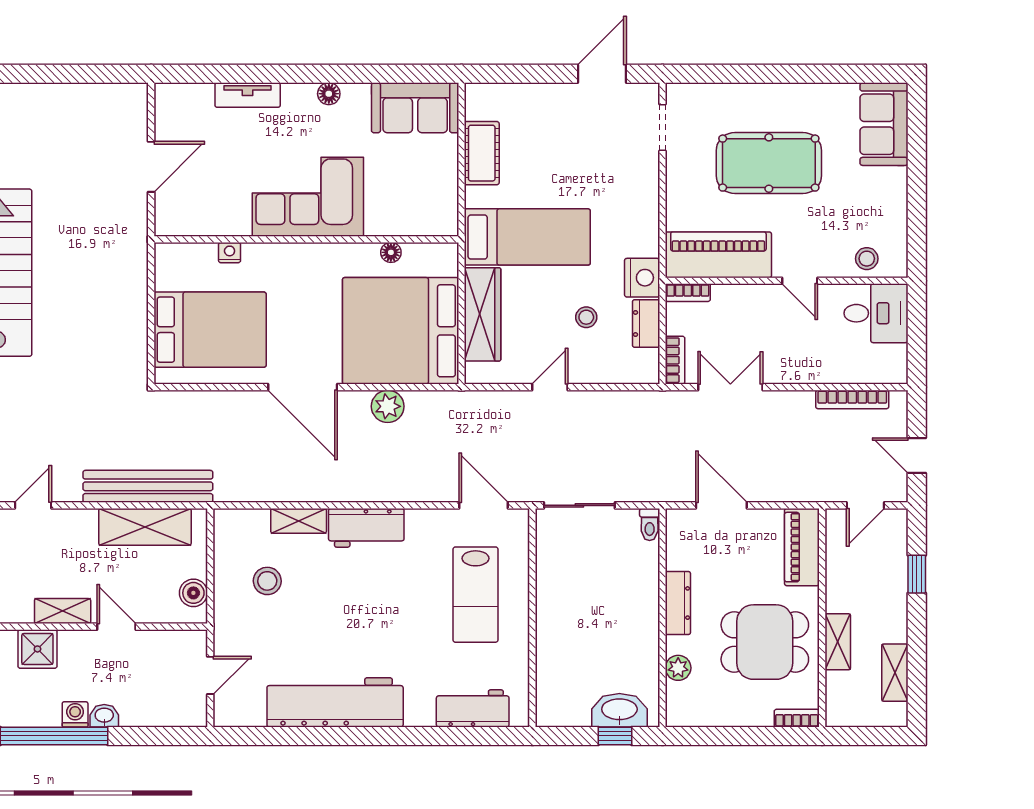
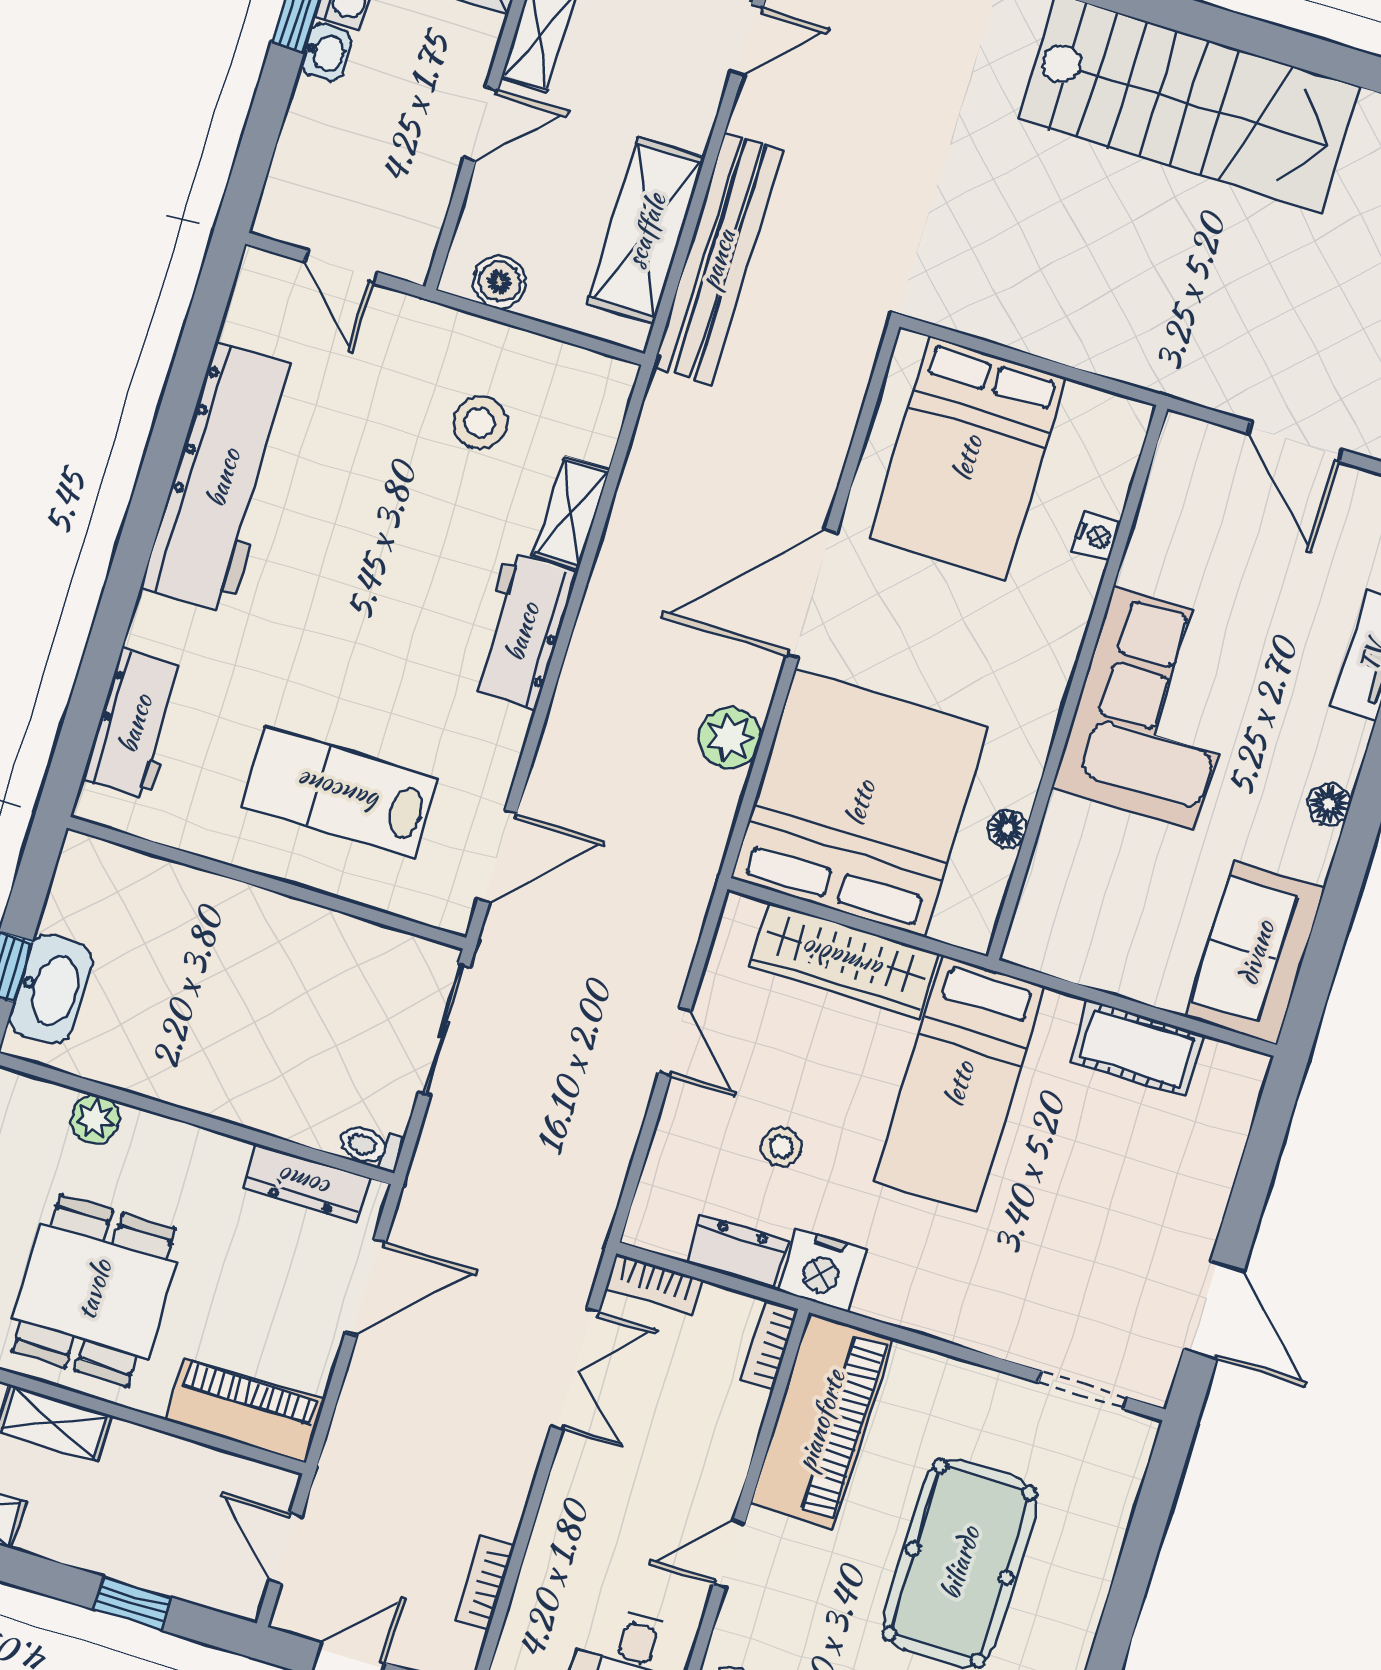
bookcase: (852, 399) -> (485, 1583), width x0.64
door: (33, 505) -> (747, 40), hinge flipped
dresser: (678, 603) -> (306, 1183), moved

